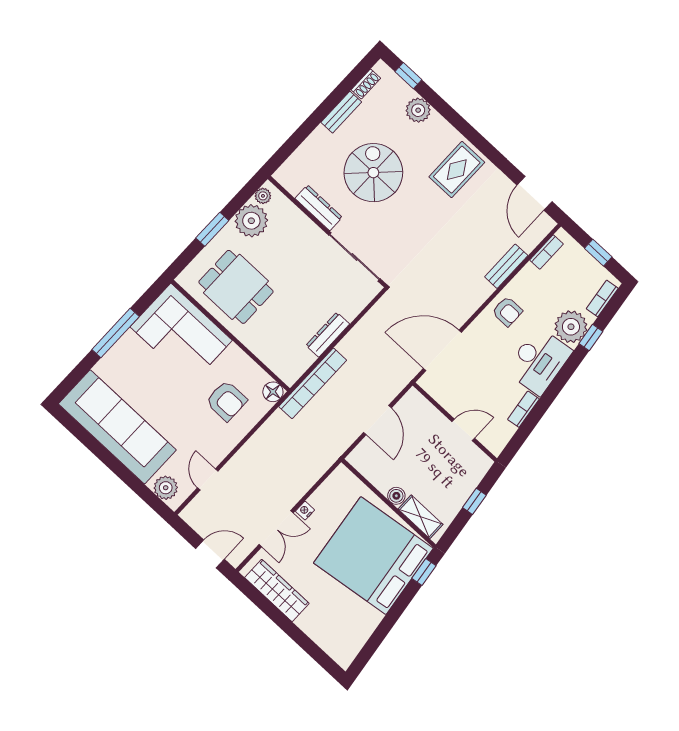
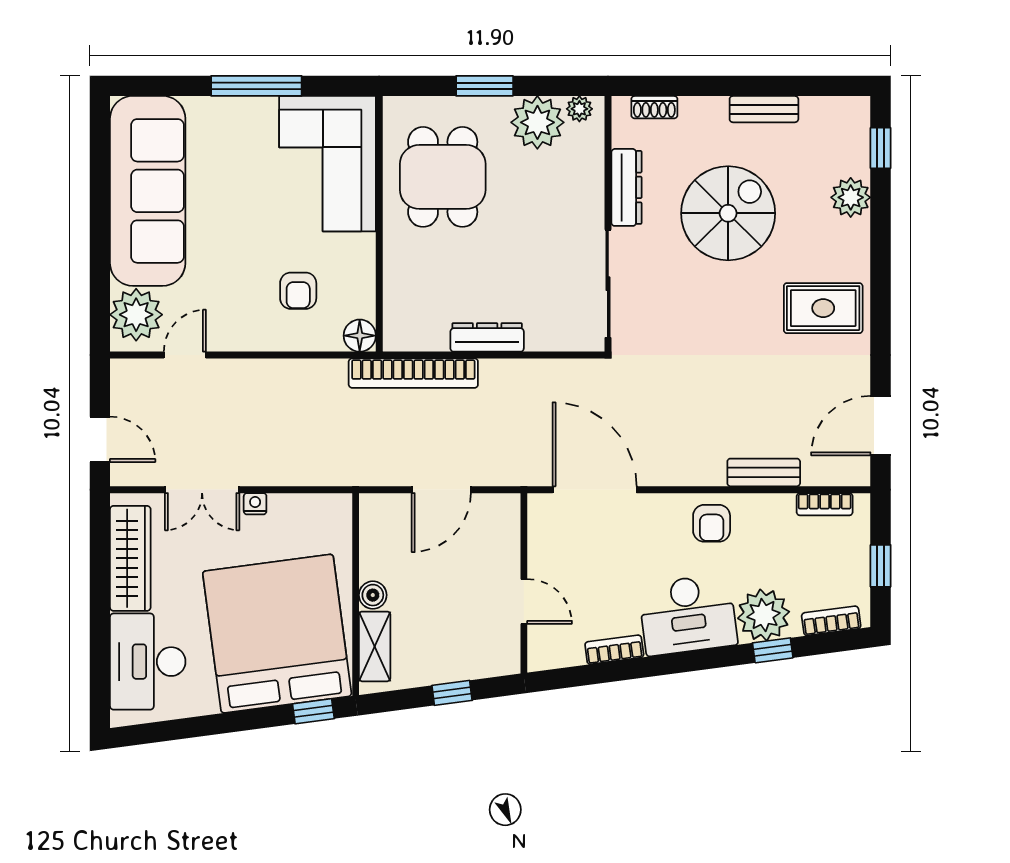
shoe rack: (366, 84) -> (654, 107), moved
armchair: (226, 401) -> (298, 291), width x0.72, depth x0.72
plant: (166, 488) -> (136, 315), width x1.36, depth x1.36
desk: (331, 626) -> (148, 662), added

